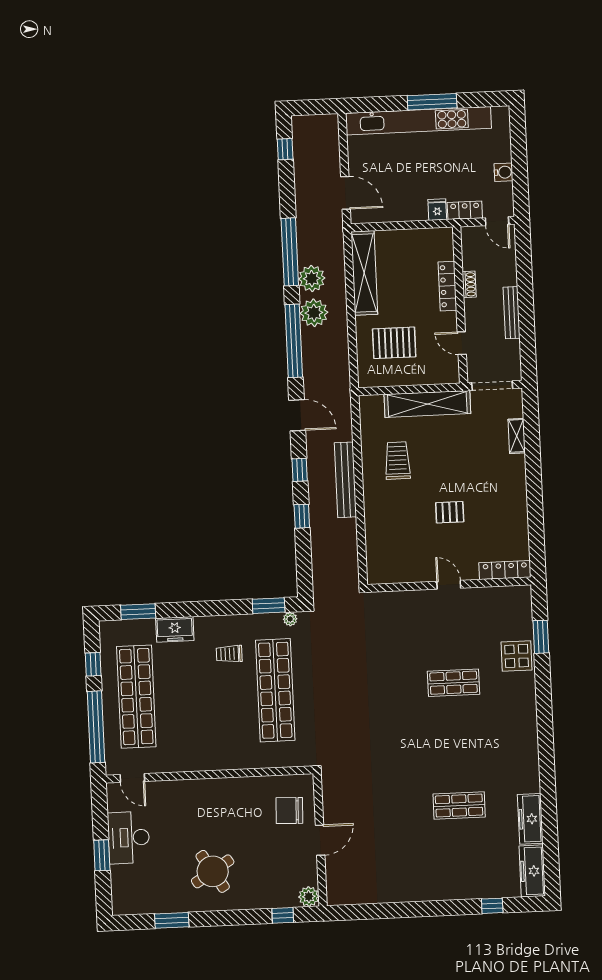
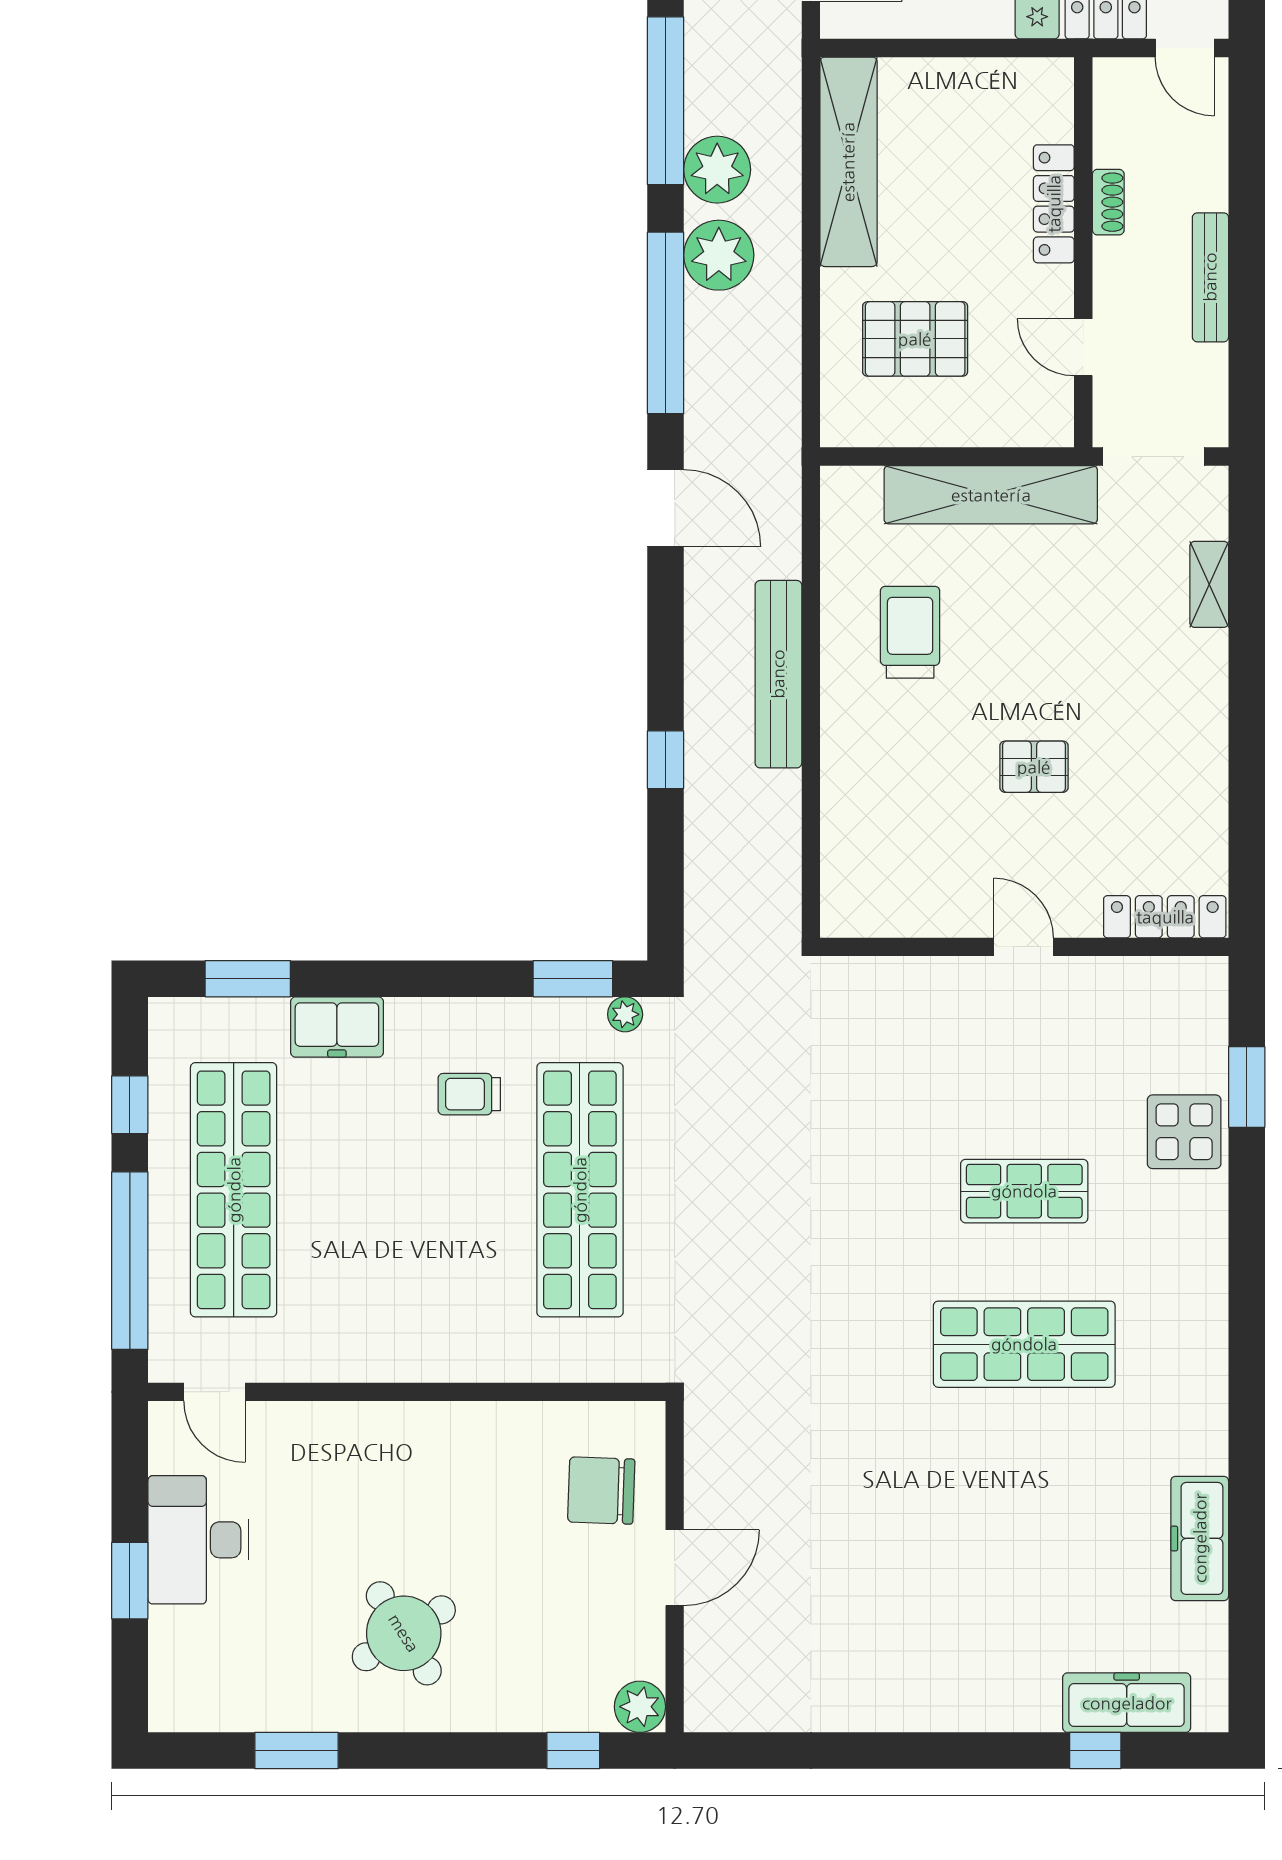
window: (300, 470) -> (666, 644), removed
shop shelf: (459, 805) -> (1024, 1344), moved, width x1.43, depth x1.36
freezer: (532, 871) -> (1127, 1703), moved, turned 90

